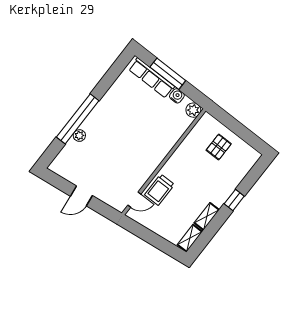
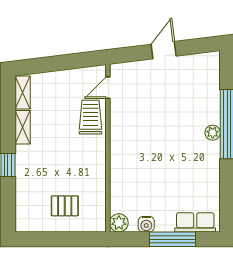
row of seats: (152, 78) -> (195, 222), width x0.68
plant: (79, 136) -> (213, 133), moved
pallet: (219, 147) -> (65, 206), turned 90

